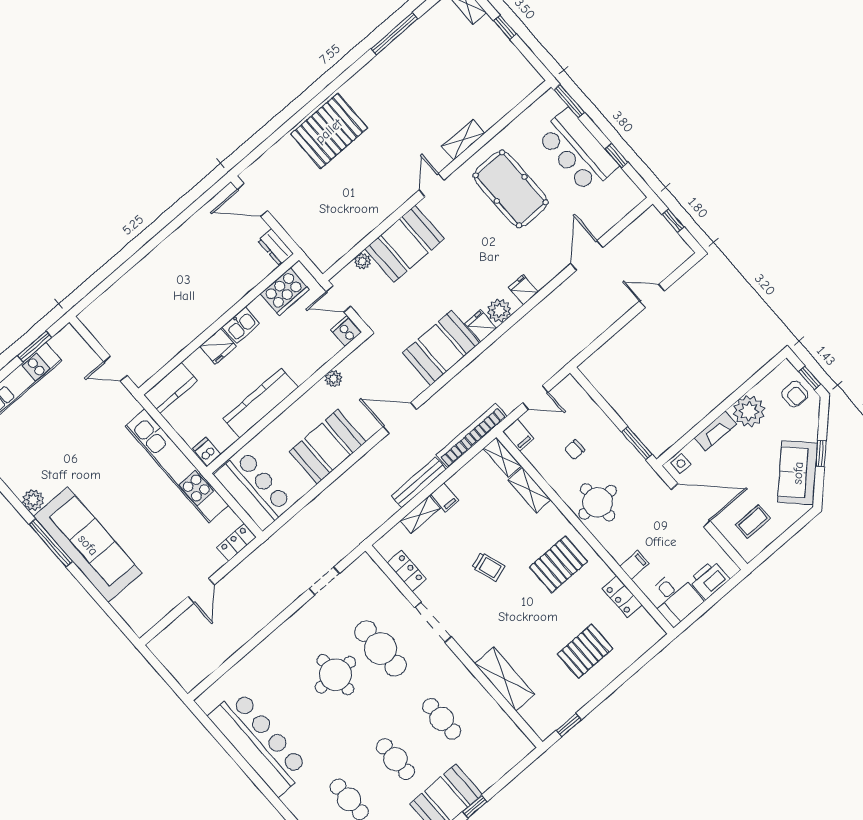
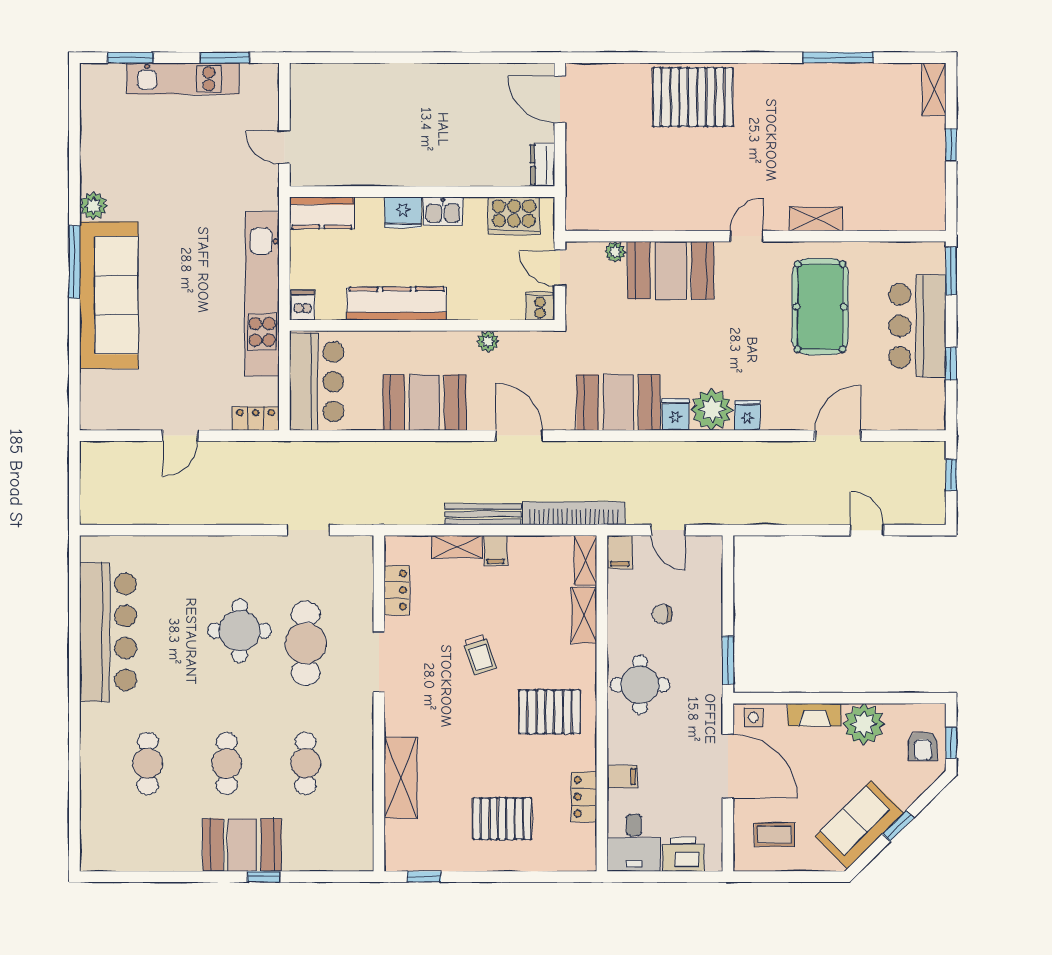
plant: (499, 311) -> (712, 410), width x1.36, depth x1.36

